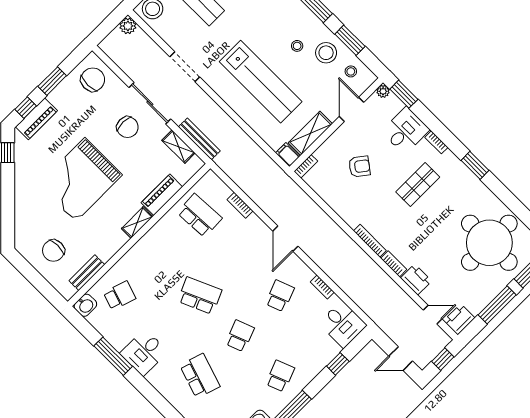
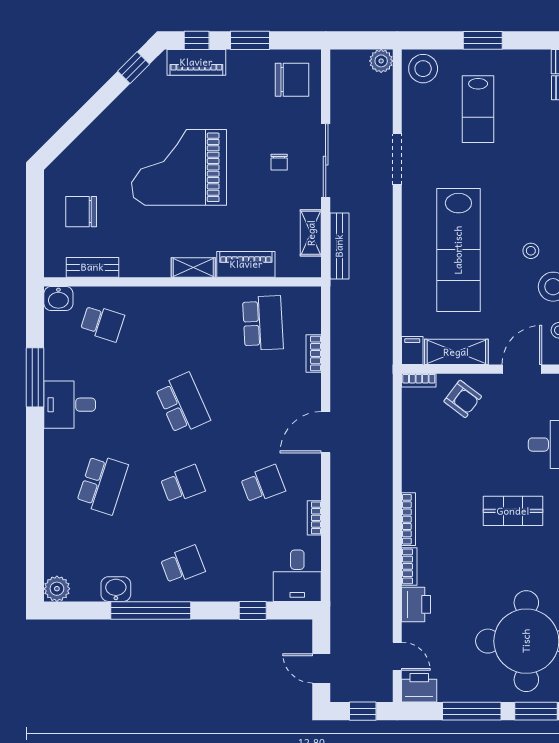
chair: (127, 127) -> (279, 162), width x0.54, depth x0.54
armchair: (359, 167) -> (463, 399), moved

